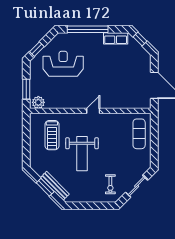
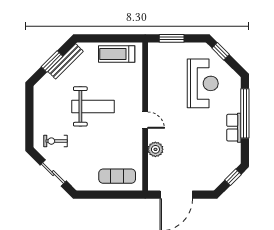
row of seats: (116, 38) -> (234, 128), moved
plant: (38, 102) -> (155, 149), moved
treadmill: (52, 135) -> (117, 54), moved
weight bench: (82, 154) -> (93, 106), turned 180
bench: (55, 186) -> (66, 61), moved

